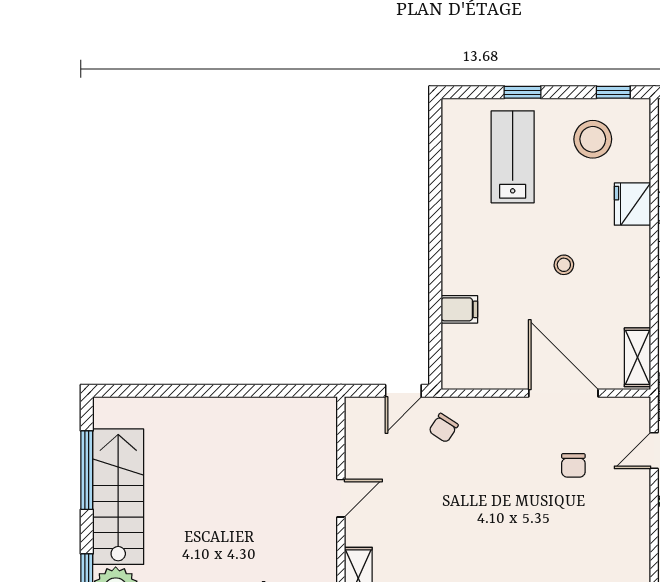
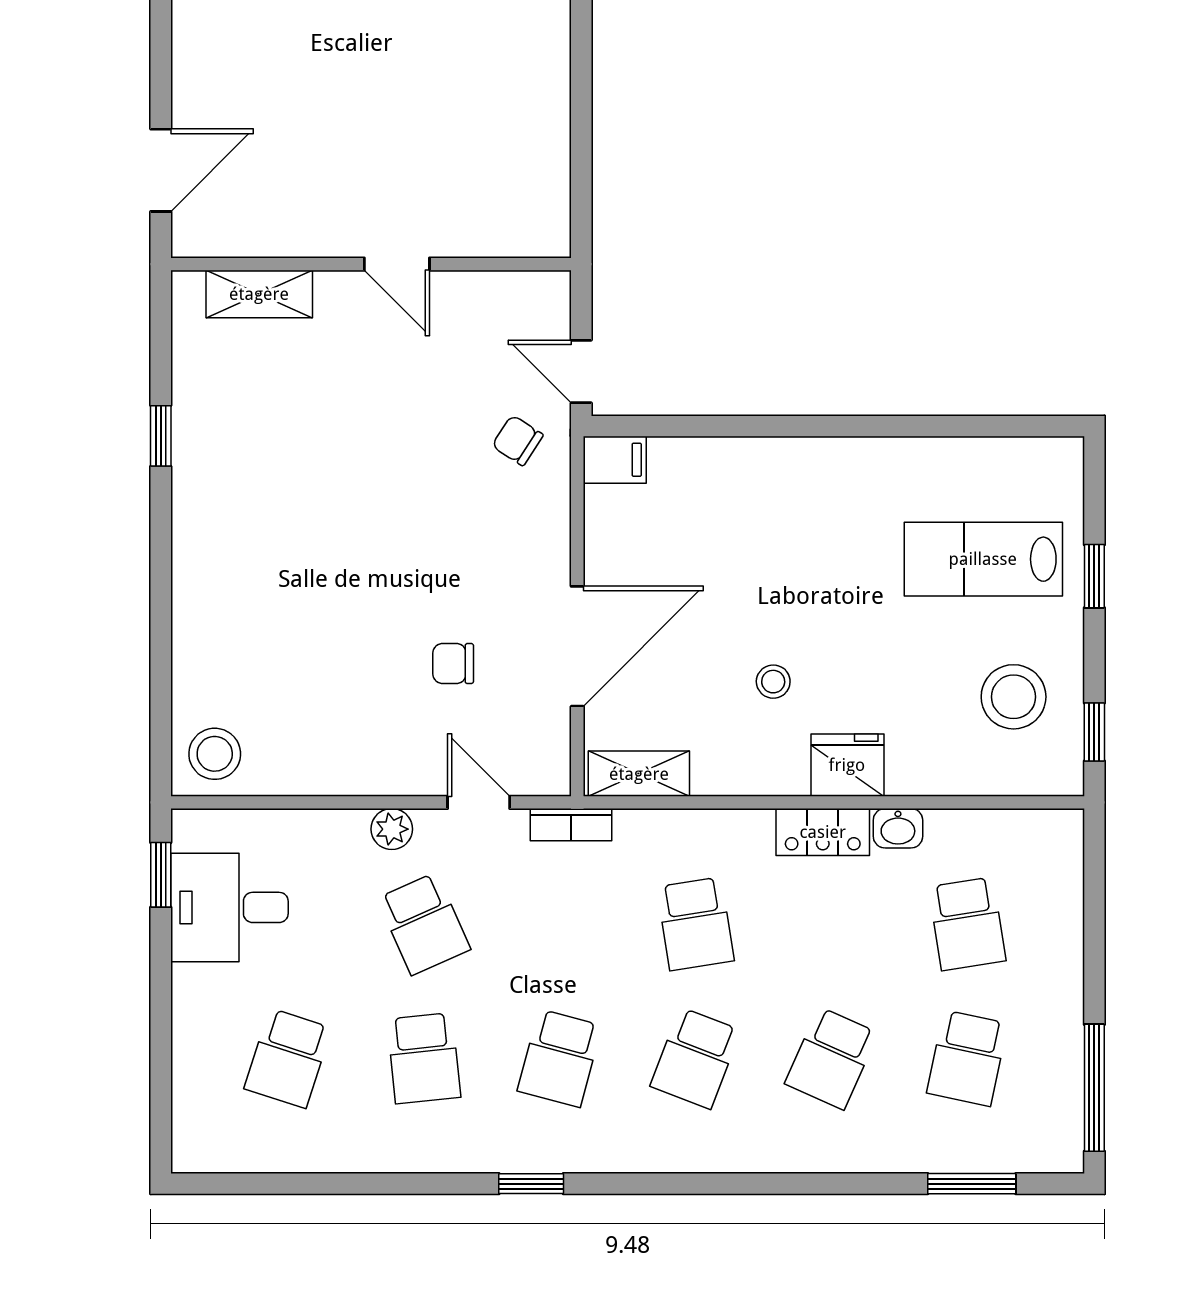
lab bench: (513, 157) -> (983, 559), turned 180
fridge: (632, 204) -> (847, 765), moved
stool: (564, 265) -> (773, 682), moved
filing cabinet: (459, 309) -> (615, 460), moved, turned -90

